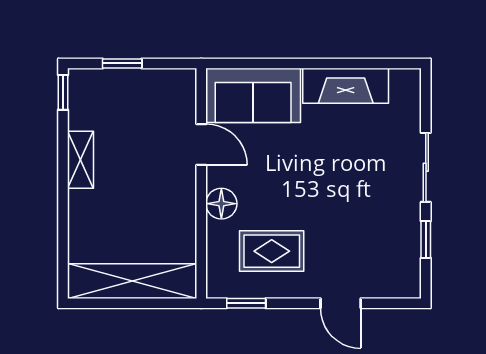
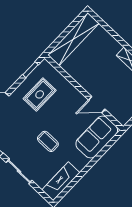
fireplace: (346, 86) -> (61, 181), moved
coffee table: (334, 167) -> (48, 141), added
floor lamp: (221, 204) -> (71, 93), removed

